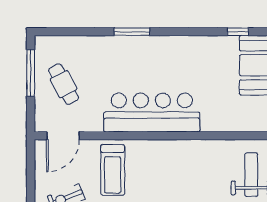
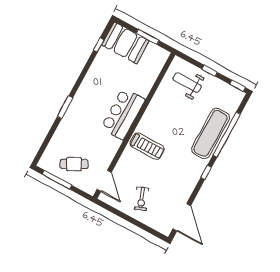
bar counter: (152, 113) -> (123, 114), width x0.73
treadmill: (113, 170) -> (147, 146), moved

